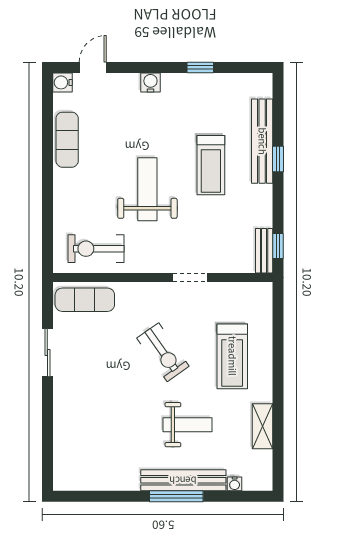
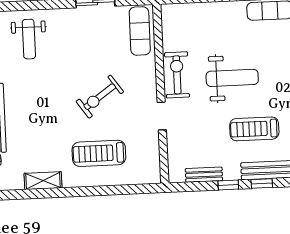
window: (278, 246) -> (228, 185), moved
exercise bike: (96, 249) -> (177, 75), moved
bench: (264, 251) -> (204, 175), moved
weight bench: (188, 425) -> (29, 39), moved

